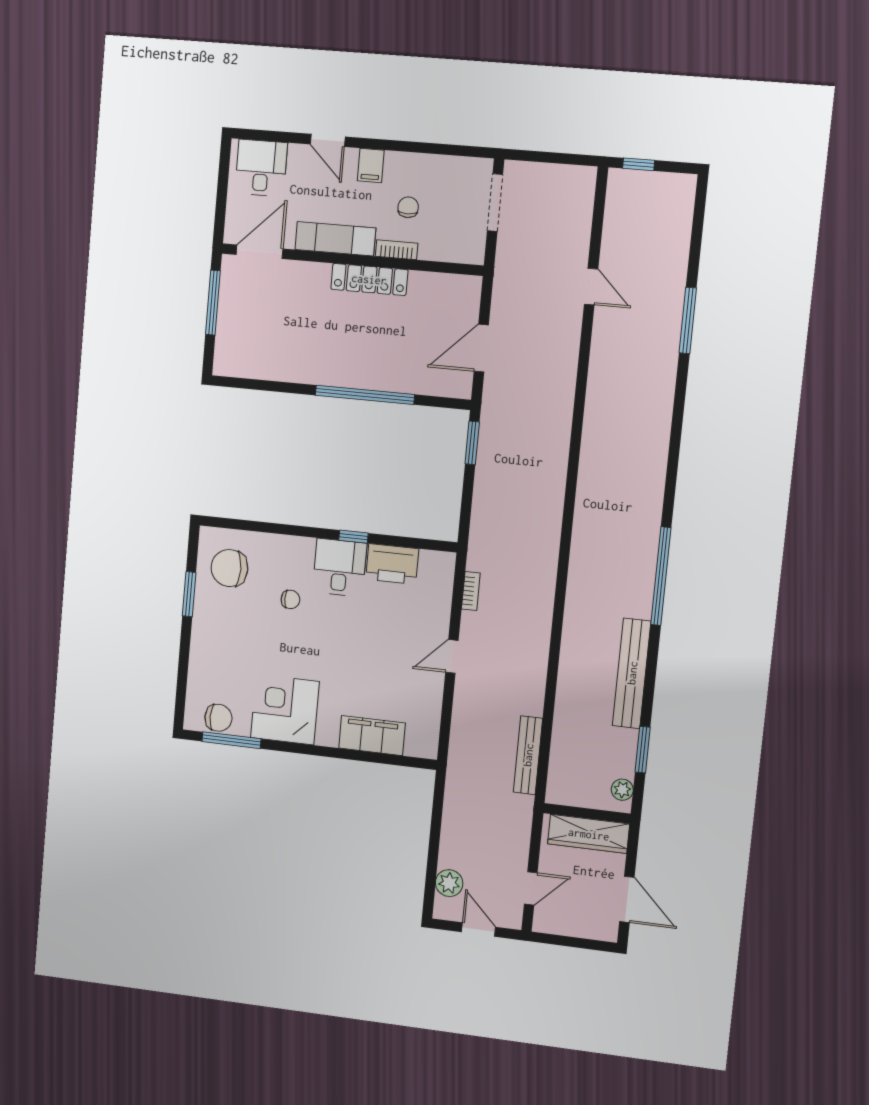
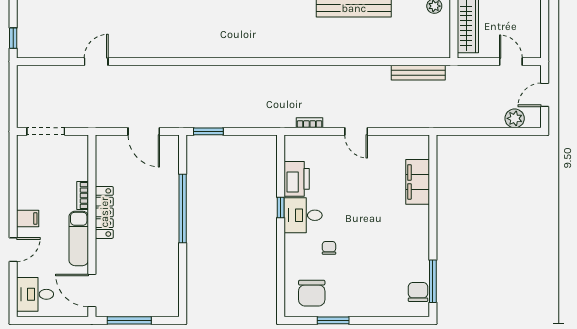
chair: (408, 207) -> (54, 190), removed
corner desk: (285, 710) -> (407, 245), removed

